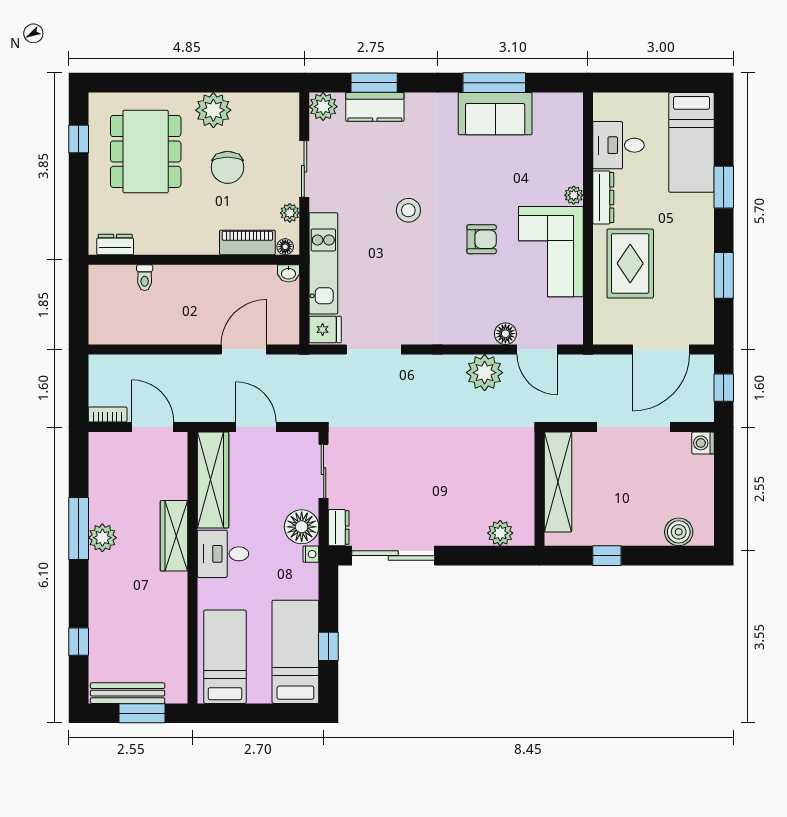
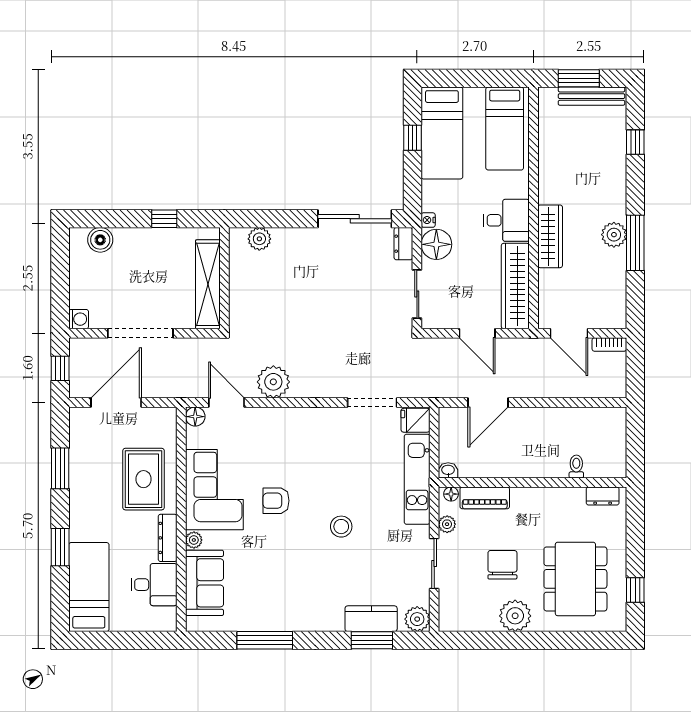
sofa: (495, 114) -> (204, 583), moved, turned 90
floor lamp: (505, 334) -> (195, 417), moved

